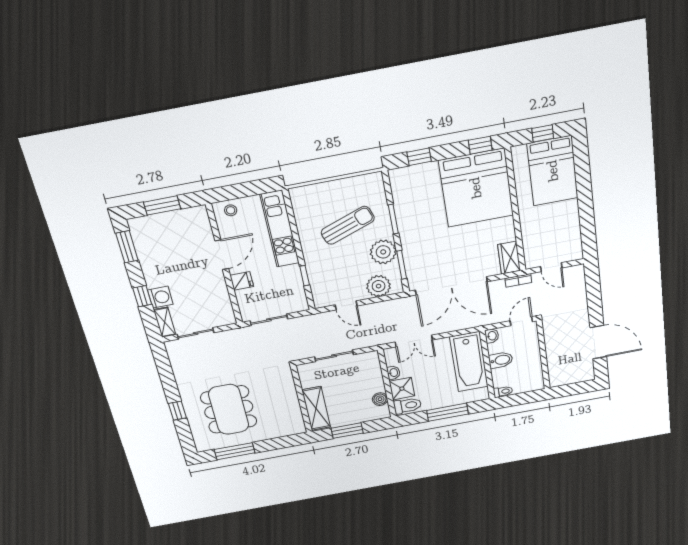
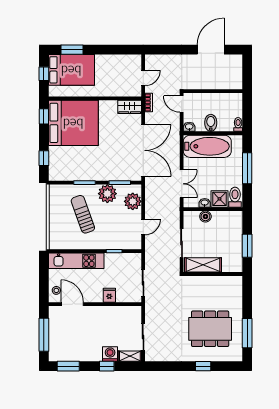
window: (582, 166) -> (72, 50), added
window: (162, 205) -> (44, 335), width x1.44
door: (222, 255) -> (72, 304), moved
boiler: (380, 399) -> (205, 217), moved
shelving: (316, 408) -> (203, 265), moved

